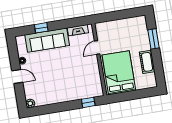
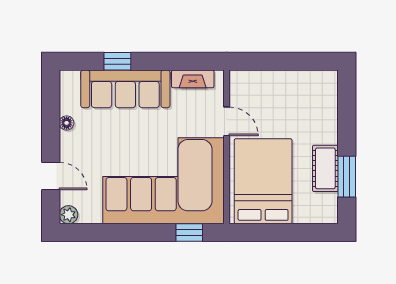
window: (154, 39) -> (347, 177), moved
door: (97, 47) -> (227, 121), swing flipped
door: (17, 76) -> (51, 176), moved
corner sofa: (72, 80) -> (163, 181), added

